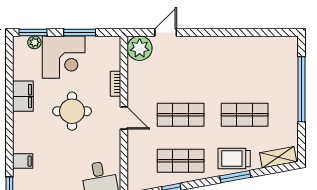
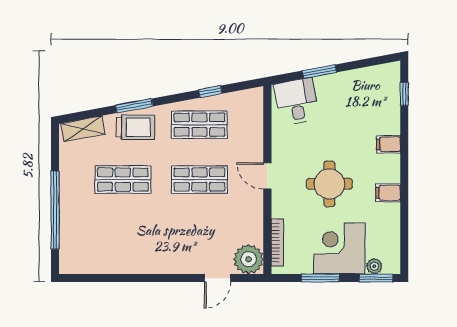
bookcase: (116, 84) -> (277, 242), moved, width x1.56
filing cabinet: (23, 96) -> (388, 193), width x0.50
filing cabinet: (23, 161) -> (388, 144), moved

